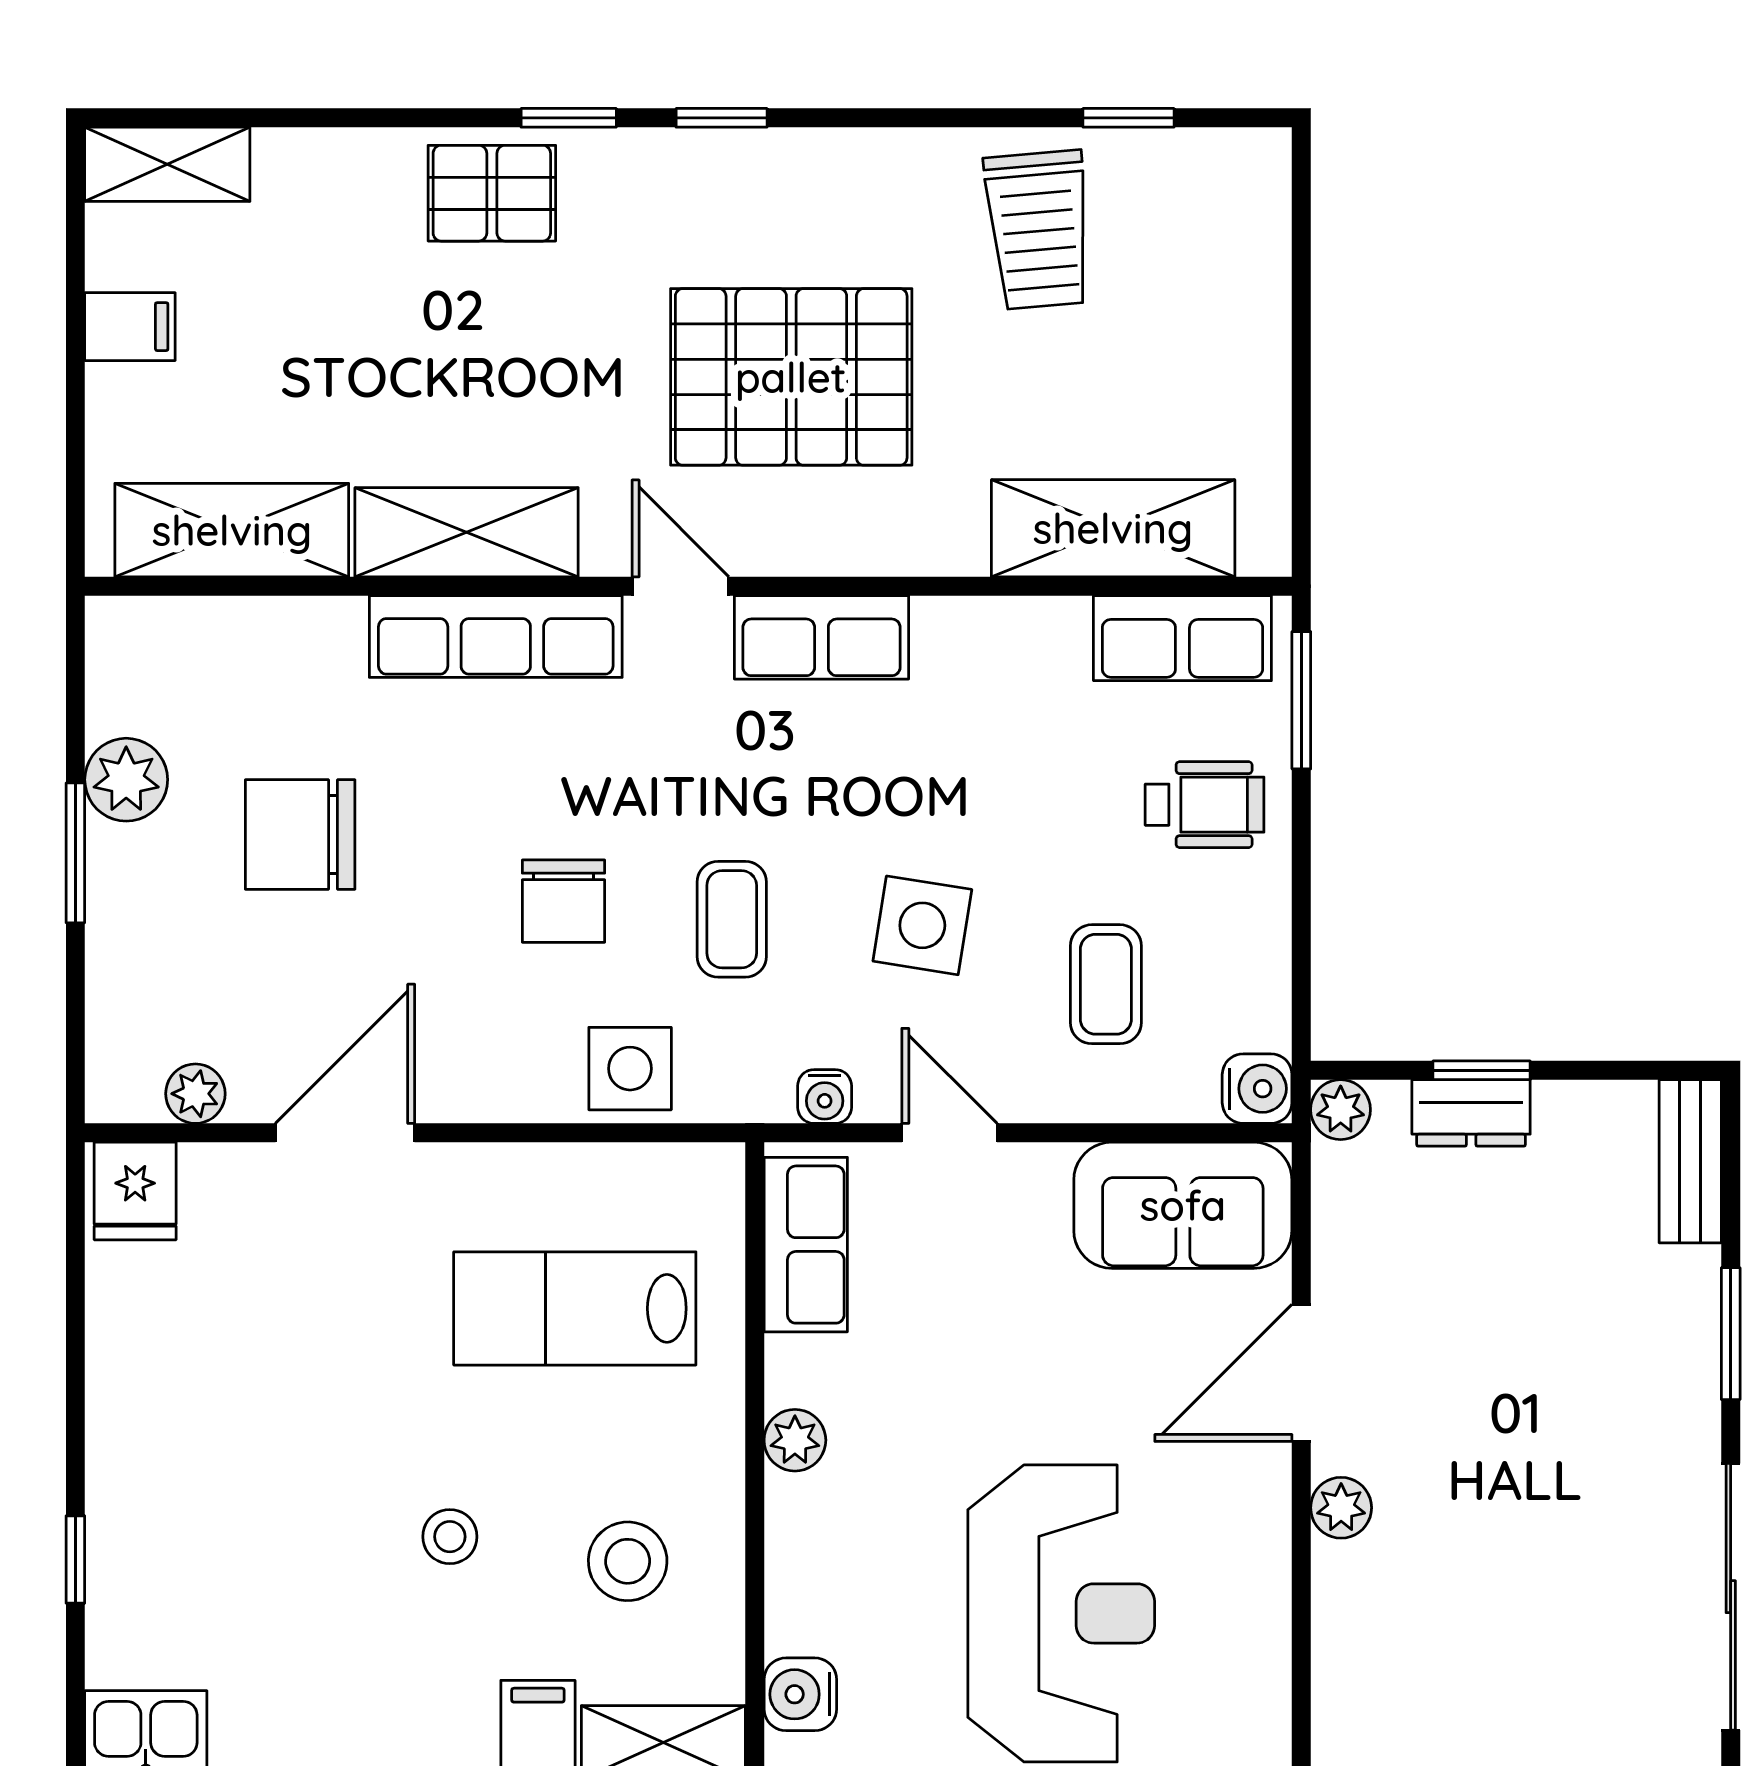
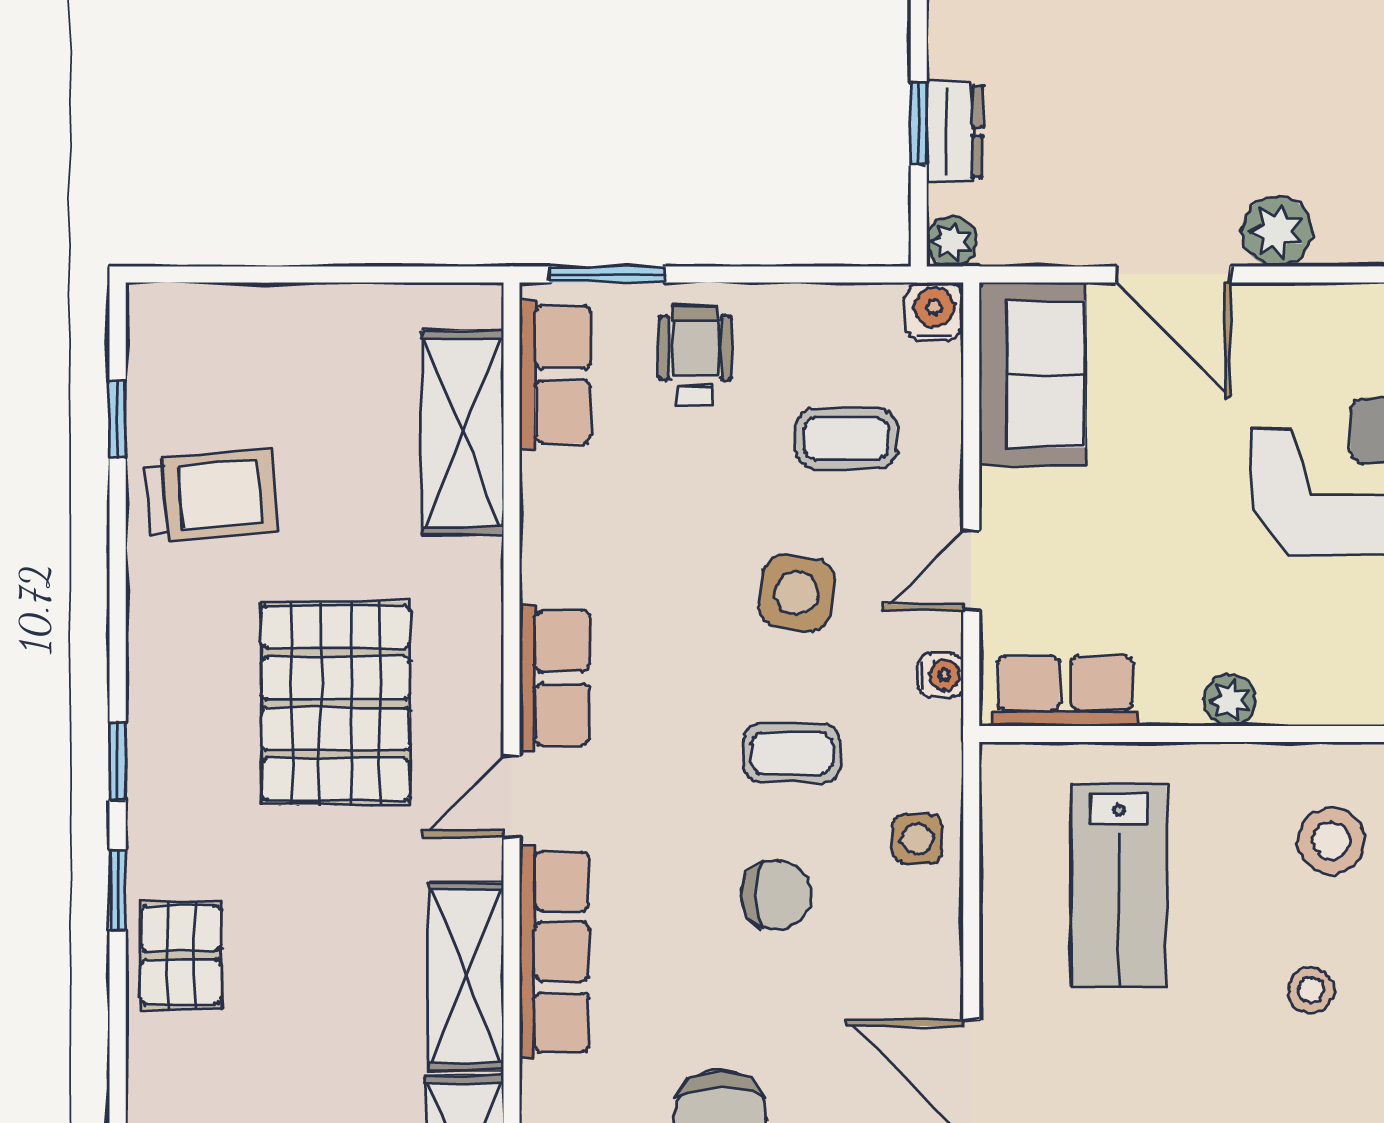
side table: (630, 1069) -> (917, 839), width x0.73, depth x0.73
plant: (1341, 1508) -> (1277, 231), width x1.38, depth x1.38

